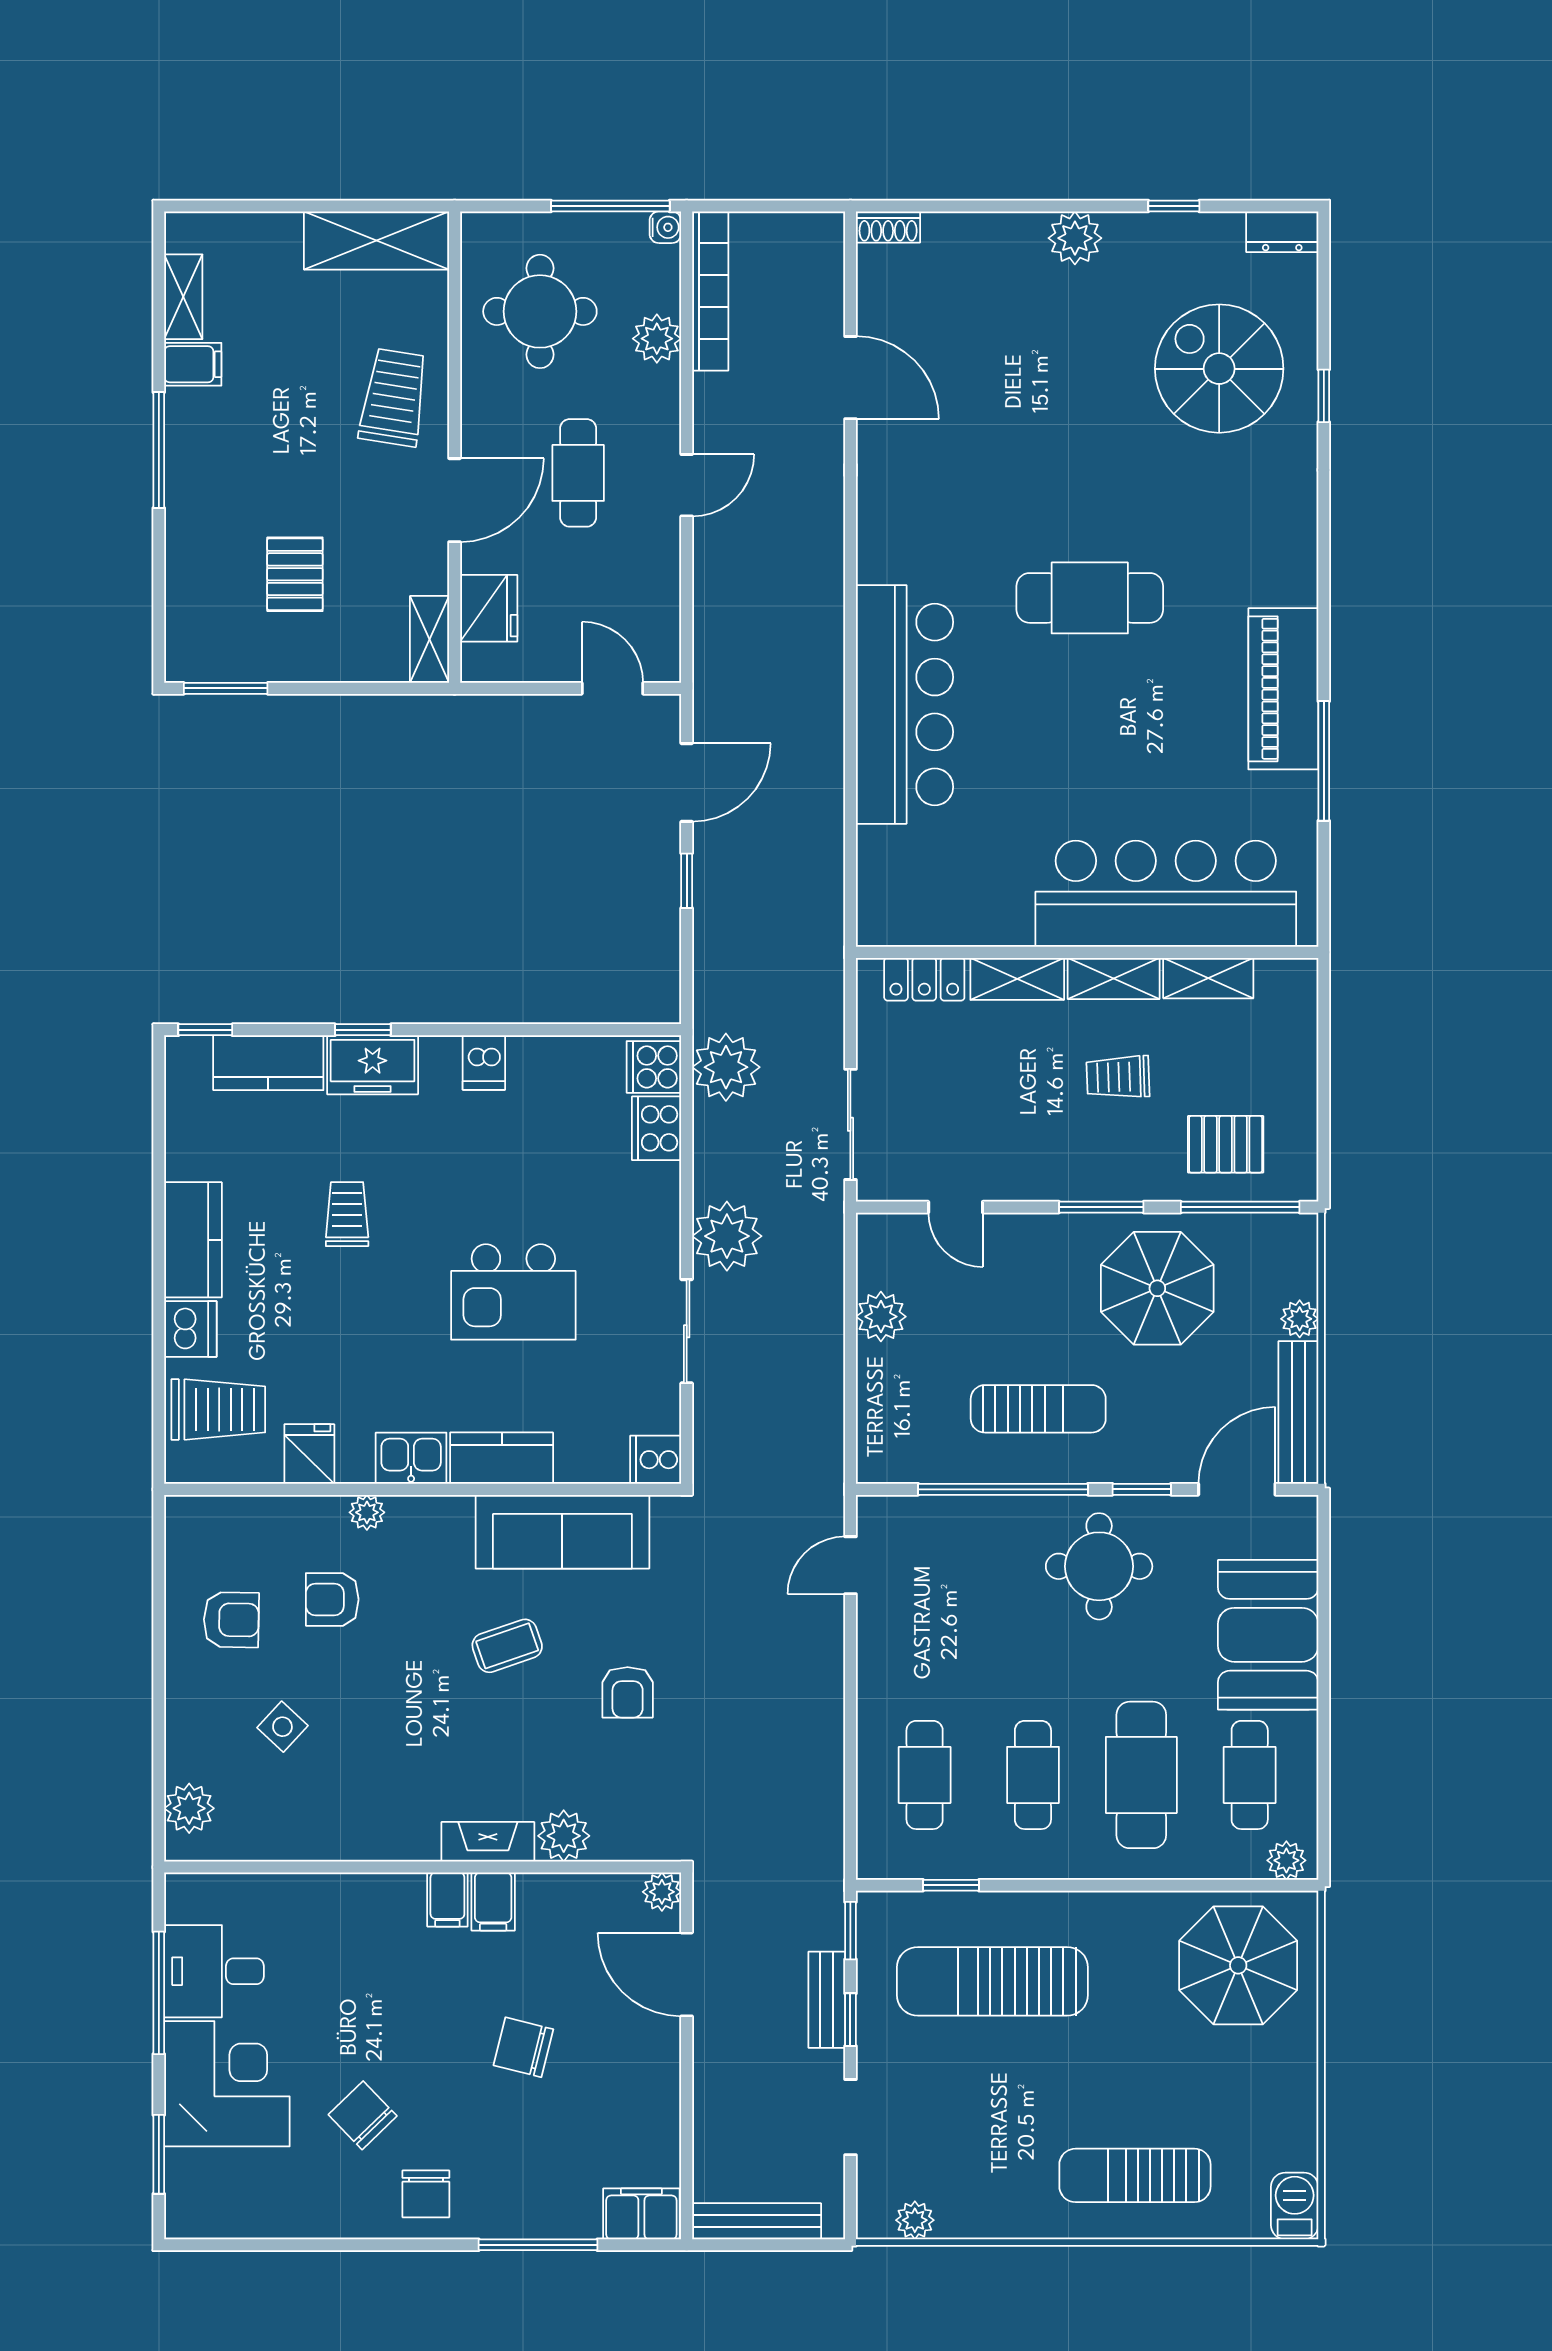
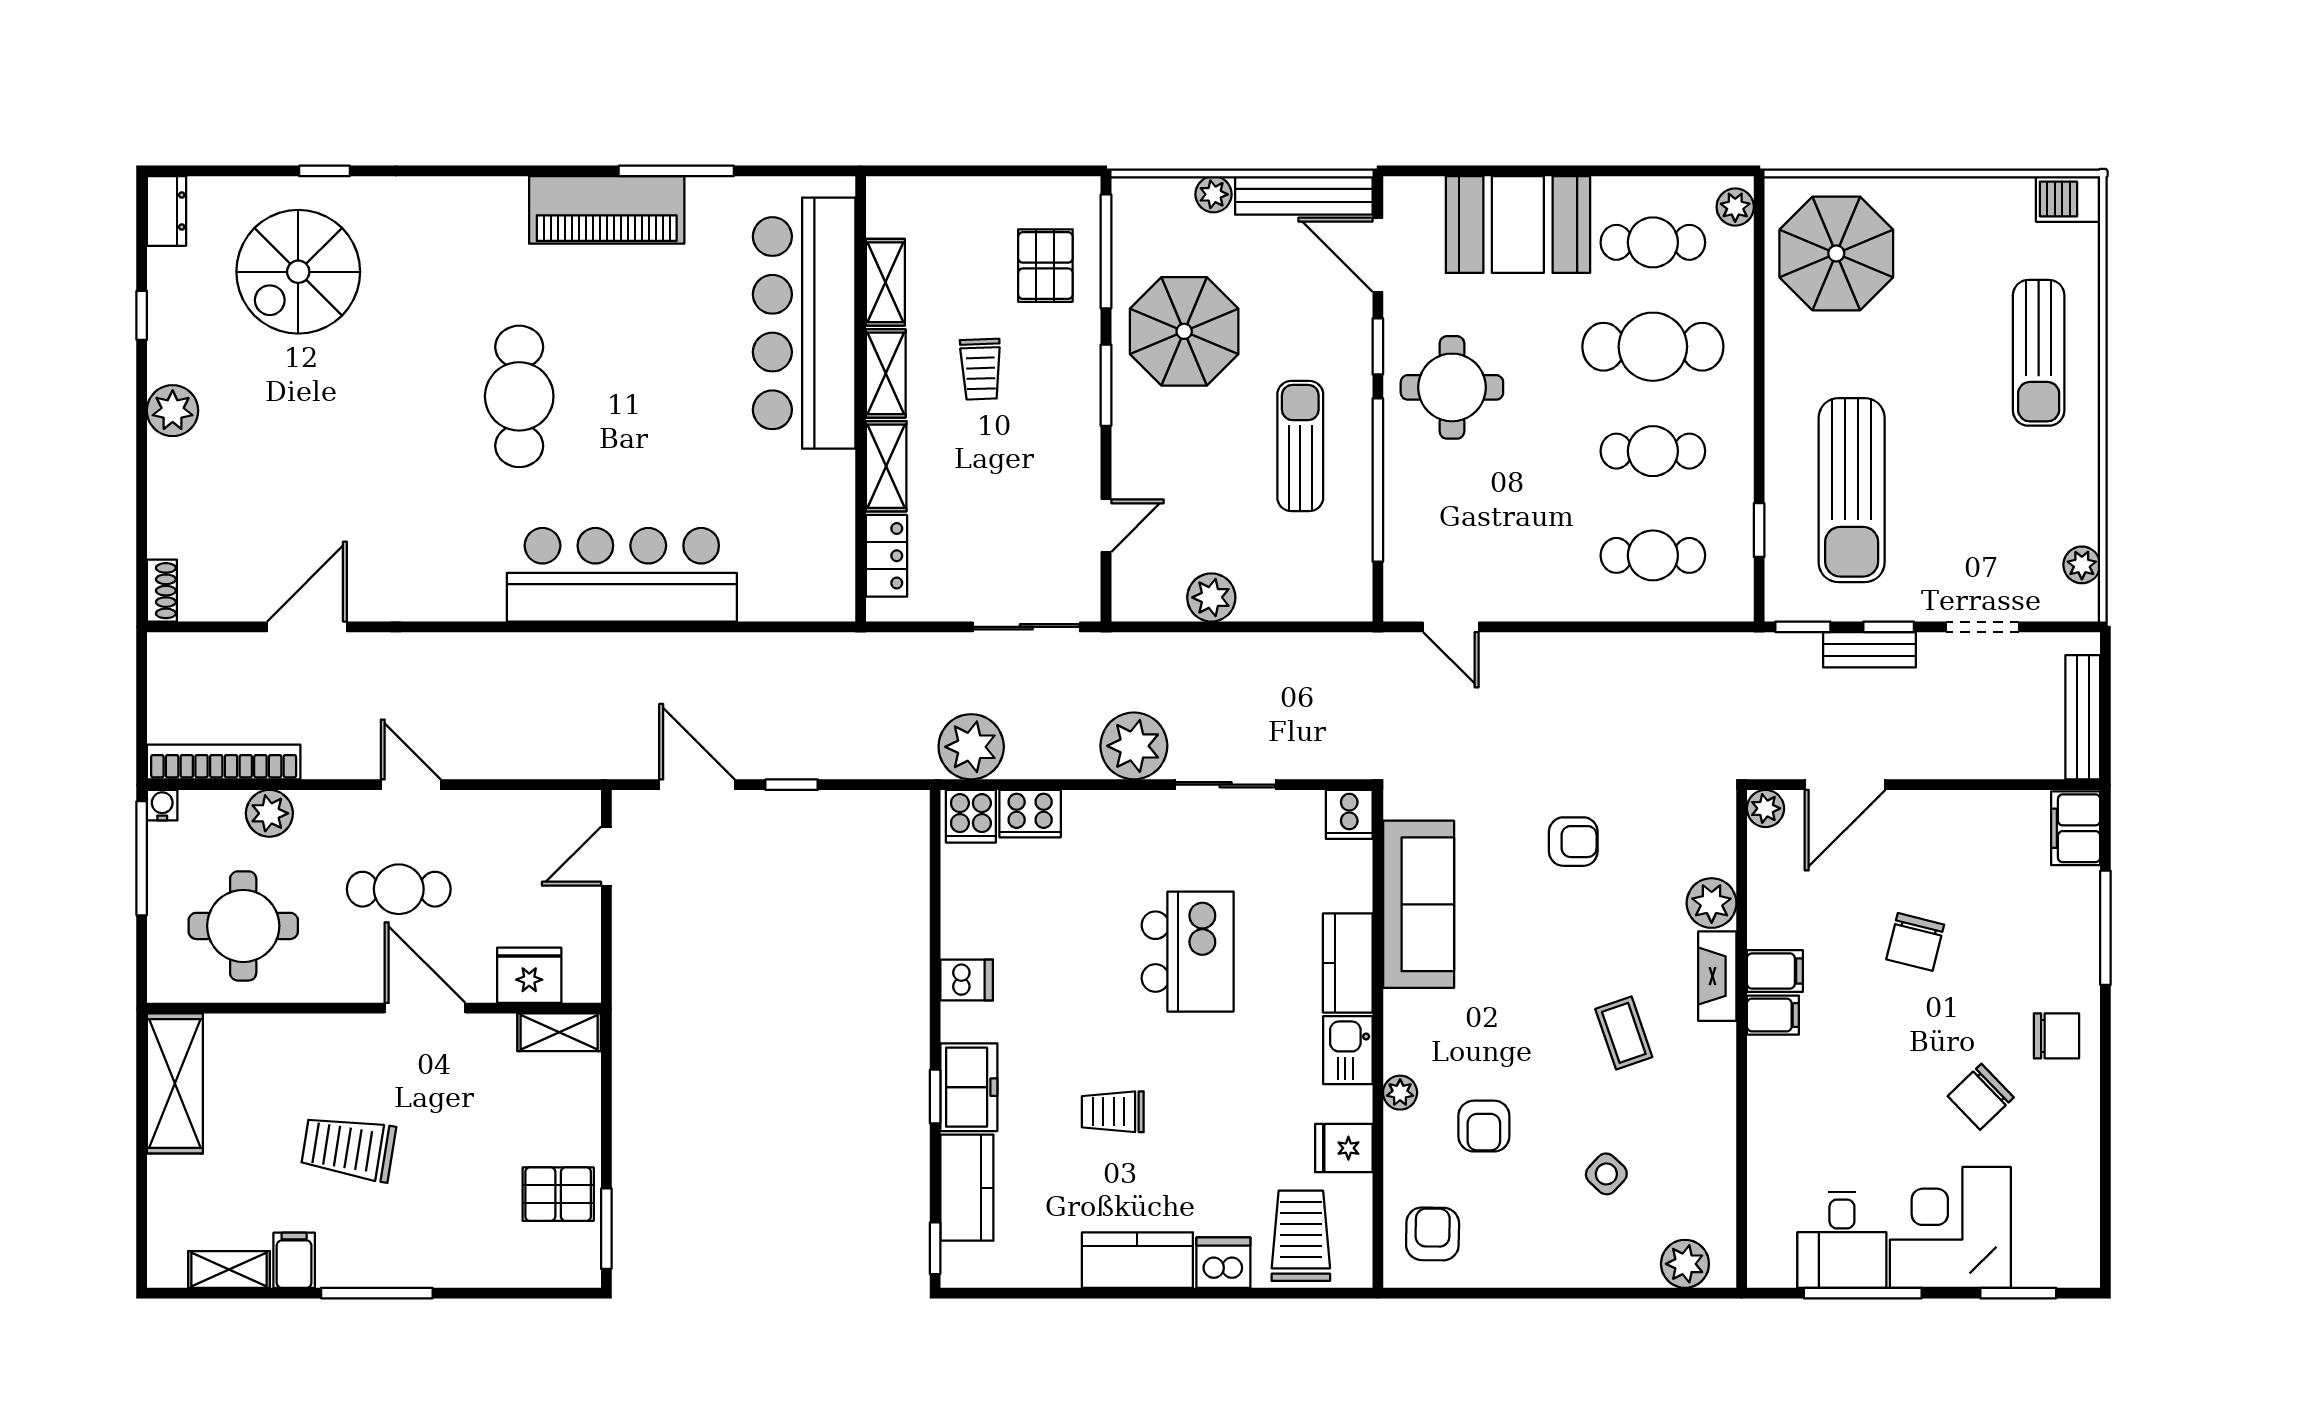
trolley: (394, 398) -> (348, 1148), moved
pallet: (295, 574) -> (558, 1194), moved
armchair: (231, 1620) -> (1433, 1234), moved
coffee table: (507, 1646) -> (1624, 1033), moved

